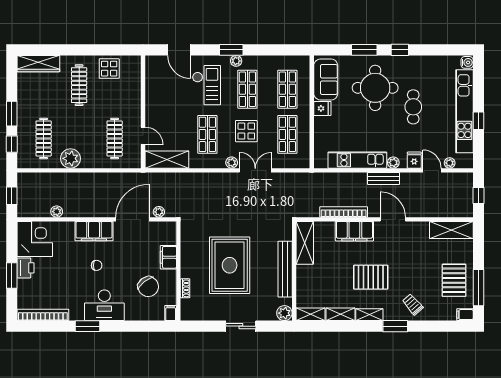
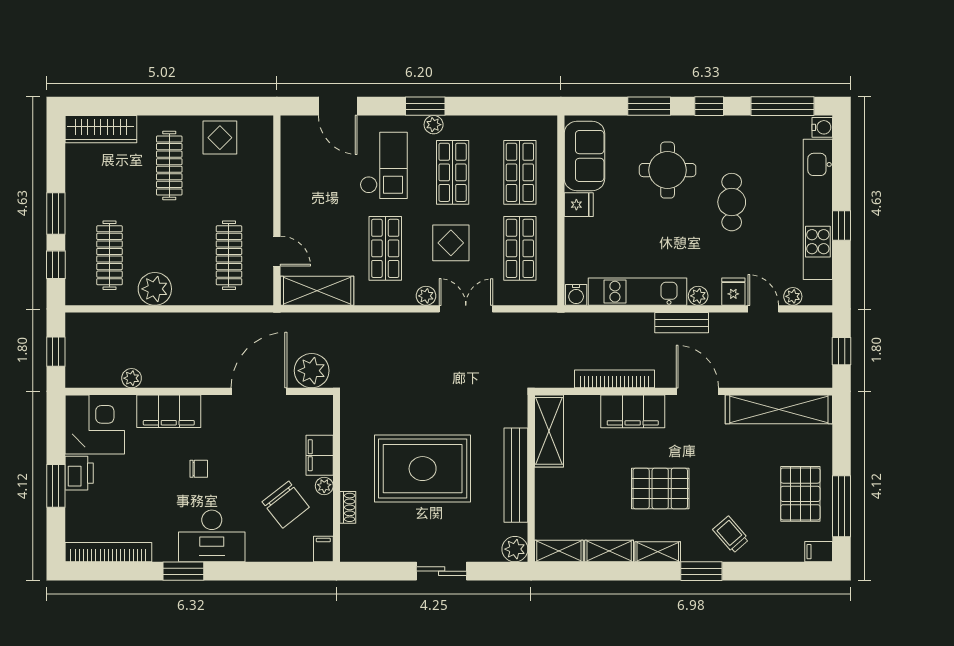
window: (443, 50) -> (782, 106), added
round table: (375, 88) -> (668, 170), width x0.73, depth x0.73
water cooler: (321, 162) -> (576, 295), added
plant: (159, 212) -> (312, 371), width x1.88, depth x1.88
shelving: (451, 230) -> (779, 409), width x1.47
filing cabinet: (94, 231) -> (169, 411), moved
rug: (230, 265) -> (423, 469), turned 90
plant: (171, 276) -> (324, 486), added

